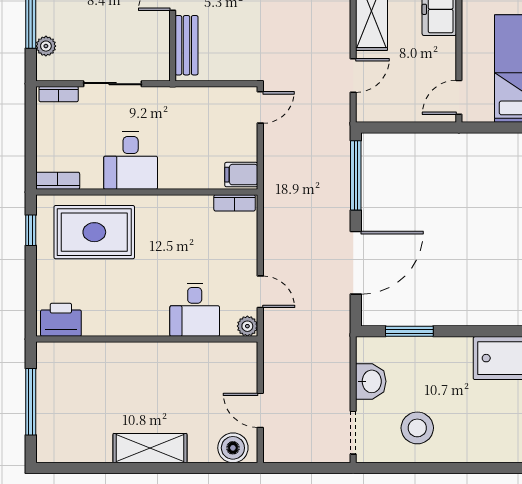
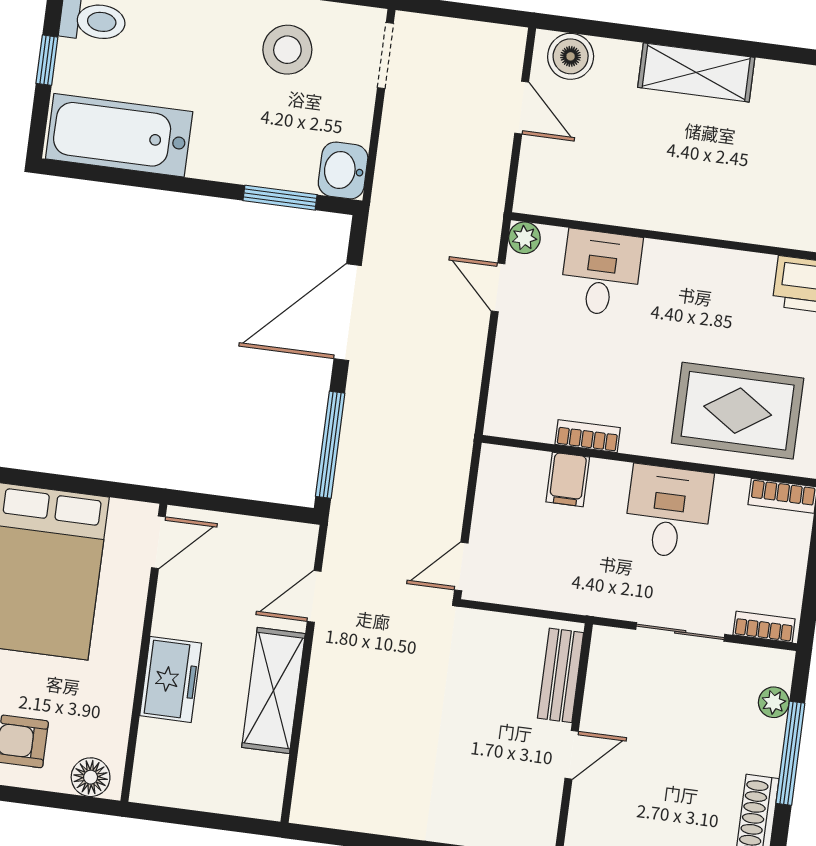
filing cabinet: (241, 175) -> (568, 479), moved, turned 90
bookcase: (235, 203) -> (588, 436), moved
washbasin: (371, 381) -> (343, 170), moved

